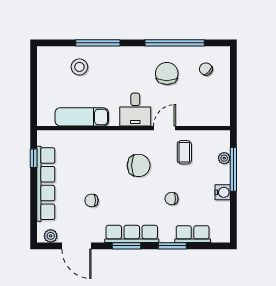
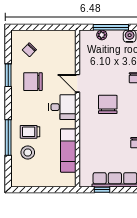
window: (175, 43) -> (8, 75), width x0.47
trolley: (105, 70) -> (30, 132), added
coffee table: (184, 152) -> (97, 67), removed

